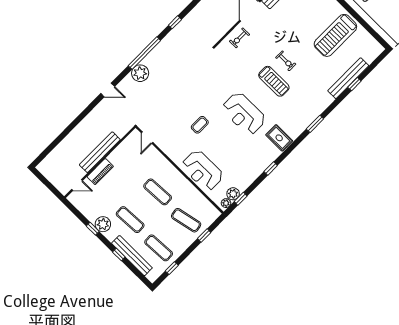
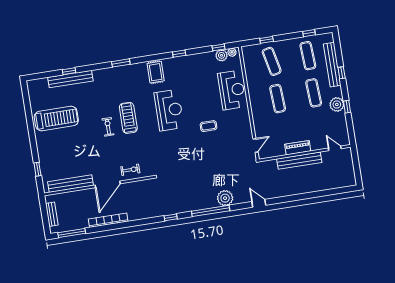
piano: (100, 172) -> (298, 148), moved

